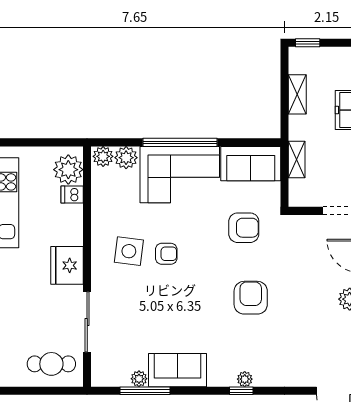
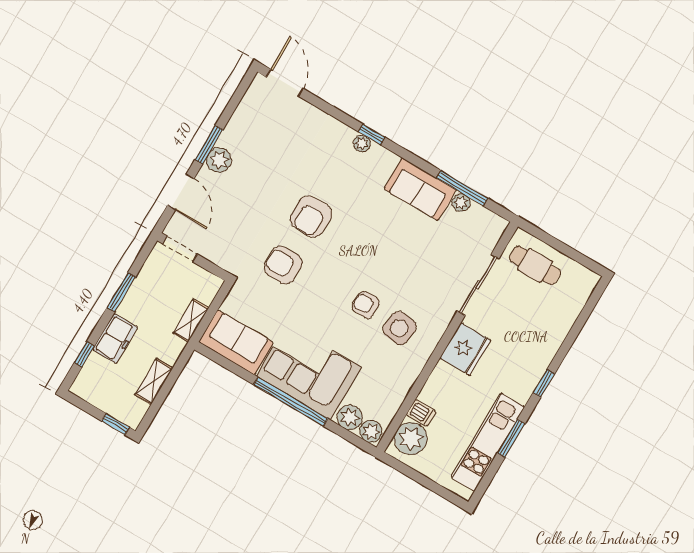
armchair: (244, 228) -> (283, 265), moved

